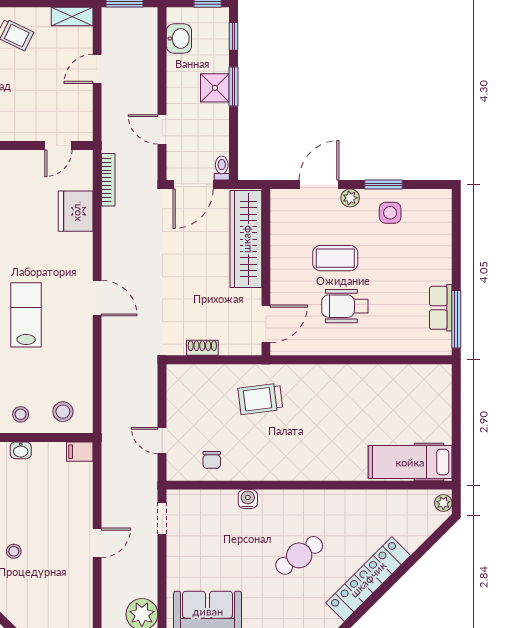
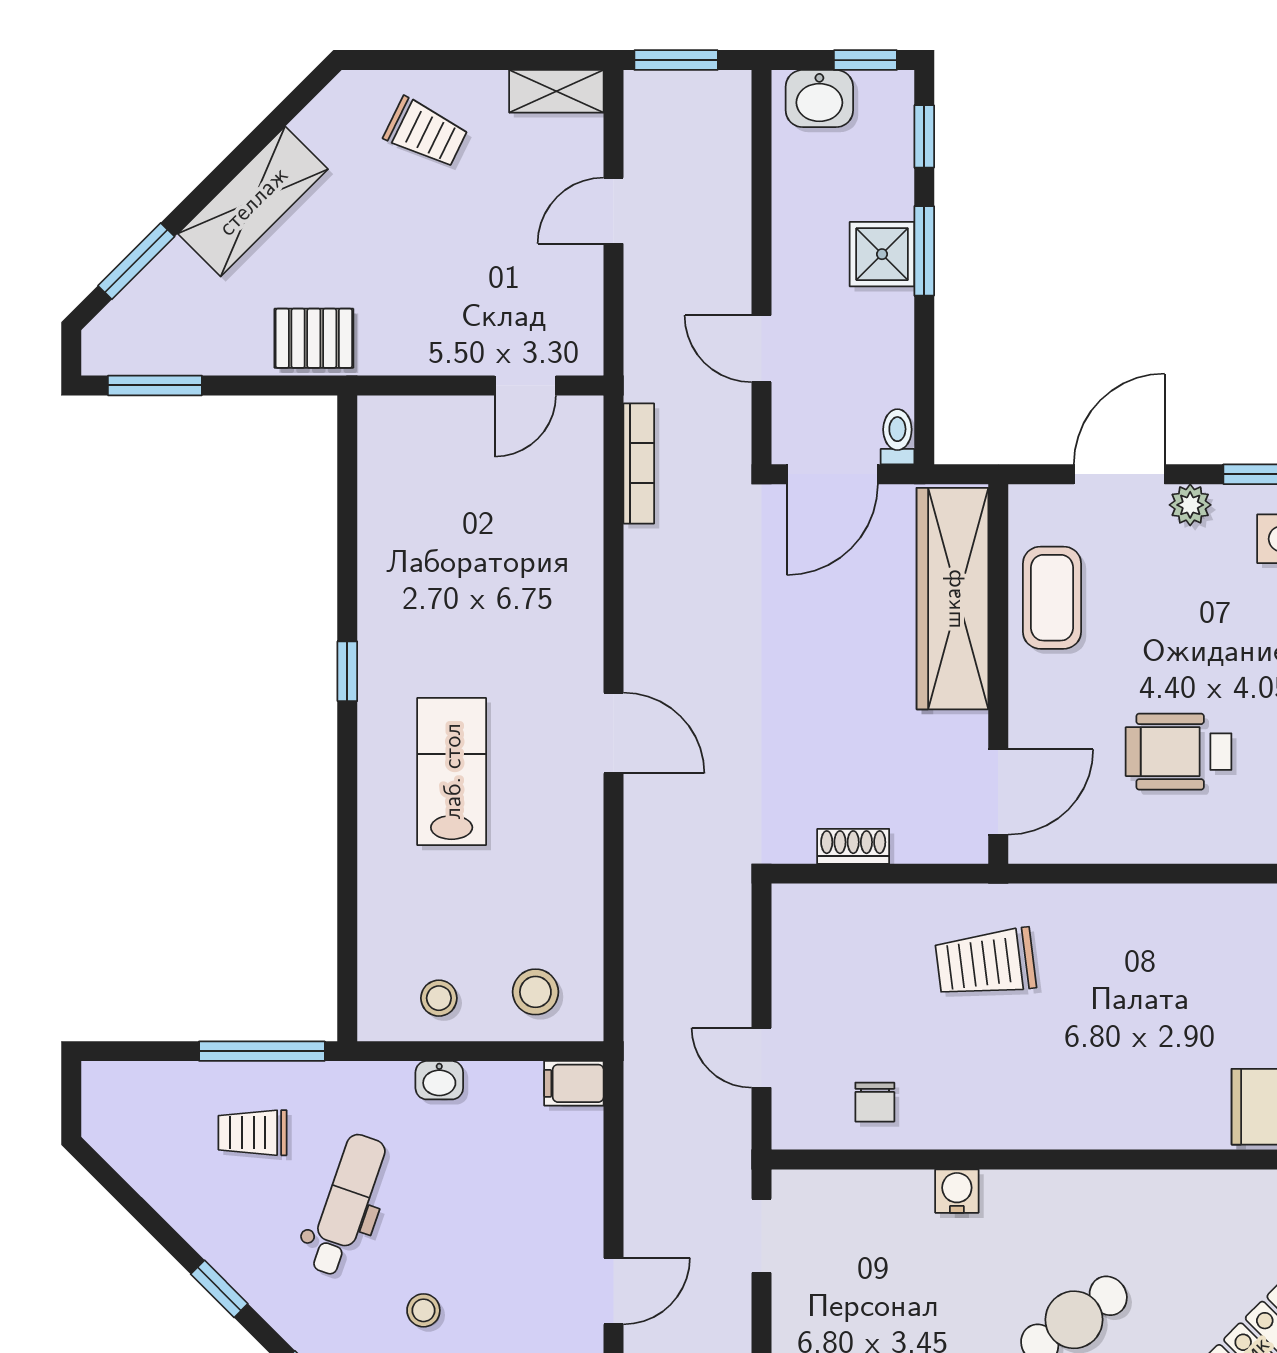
washbasin: (179, 39) -> (819, 99), moved, turned 90
fridge: (76, 211) -> (565, 535), removed
coffee table: (335, 258) -> (1052, 598), moved, turned 90

